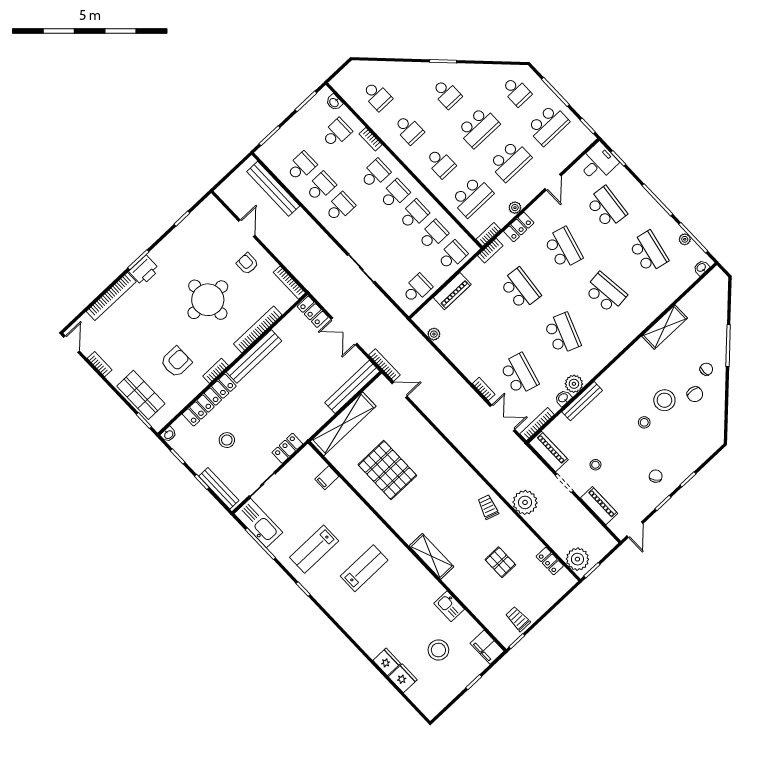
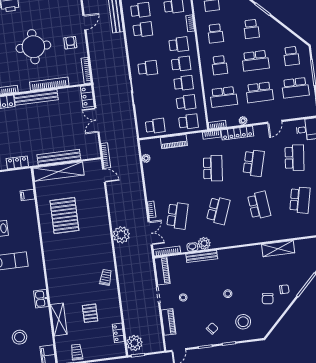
school desk: (340, 207) -> (148, 68), moved
locker: (519, 227) -> (237, 133), width x1.53
bench: (352, 387) -> (59, 157), moved
stool: (664, 400) -> (243, 322), moved
plant: (525, 502) -> (121, 235), moved
shelving: (431, 556) -> (59, 319), moved
kitchen sink: (449, 606) -> (41, 299), moved

